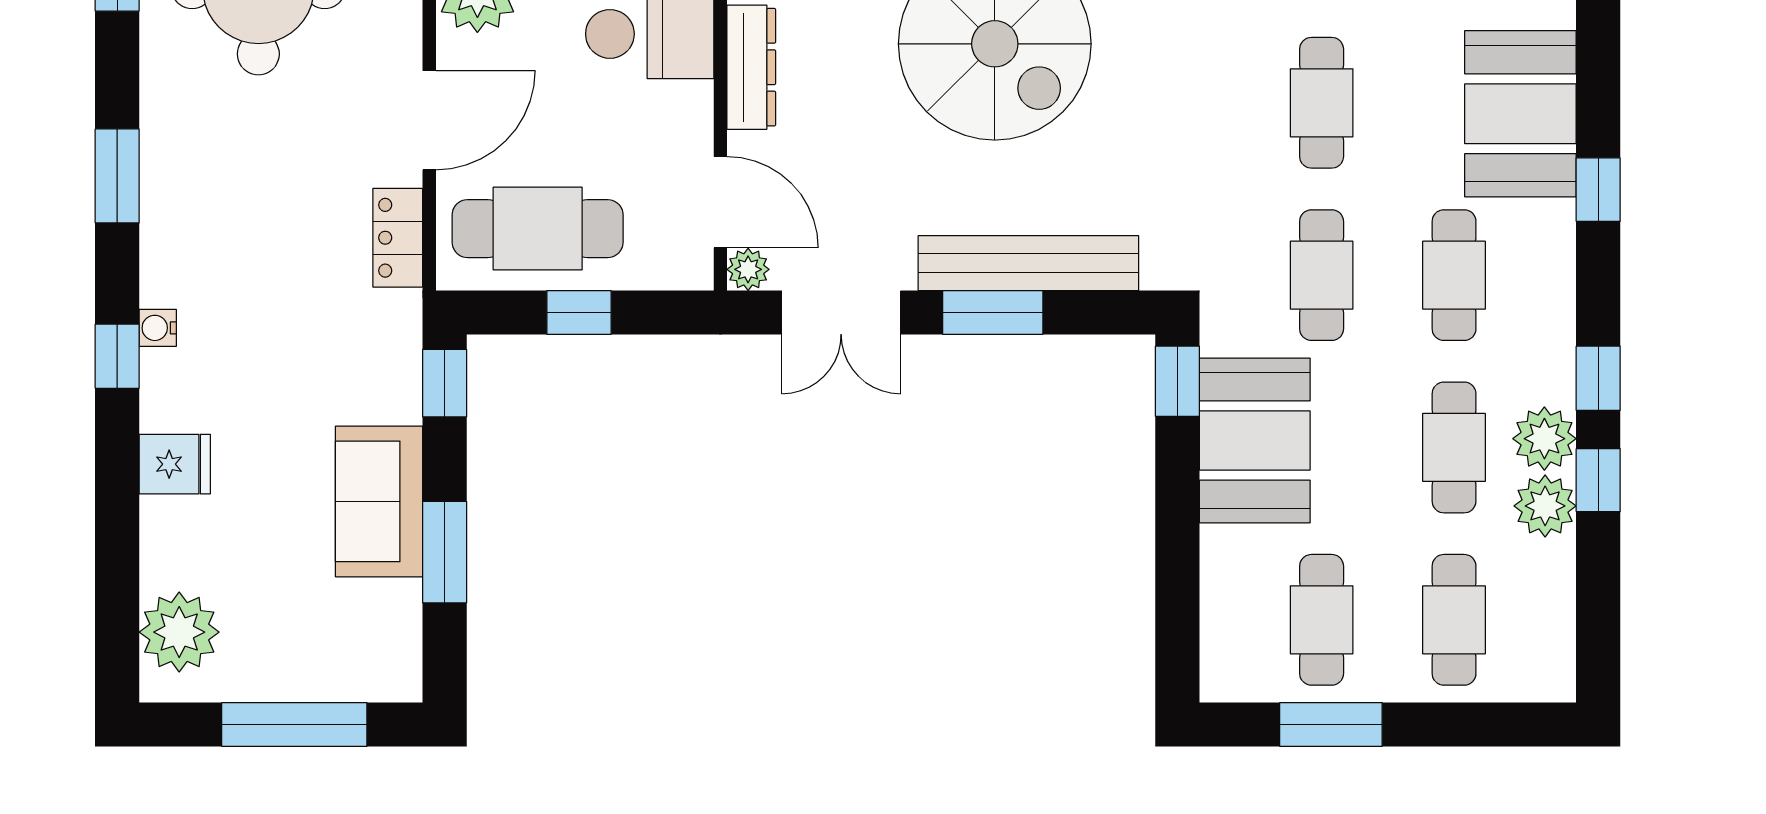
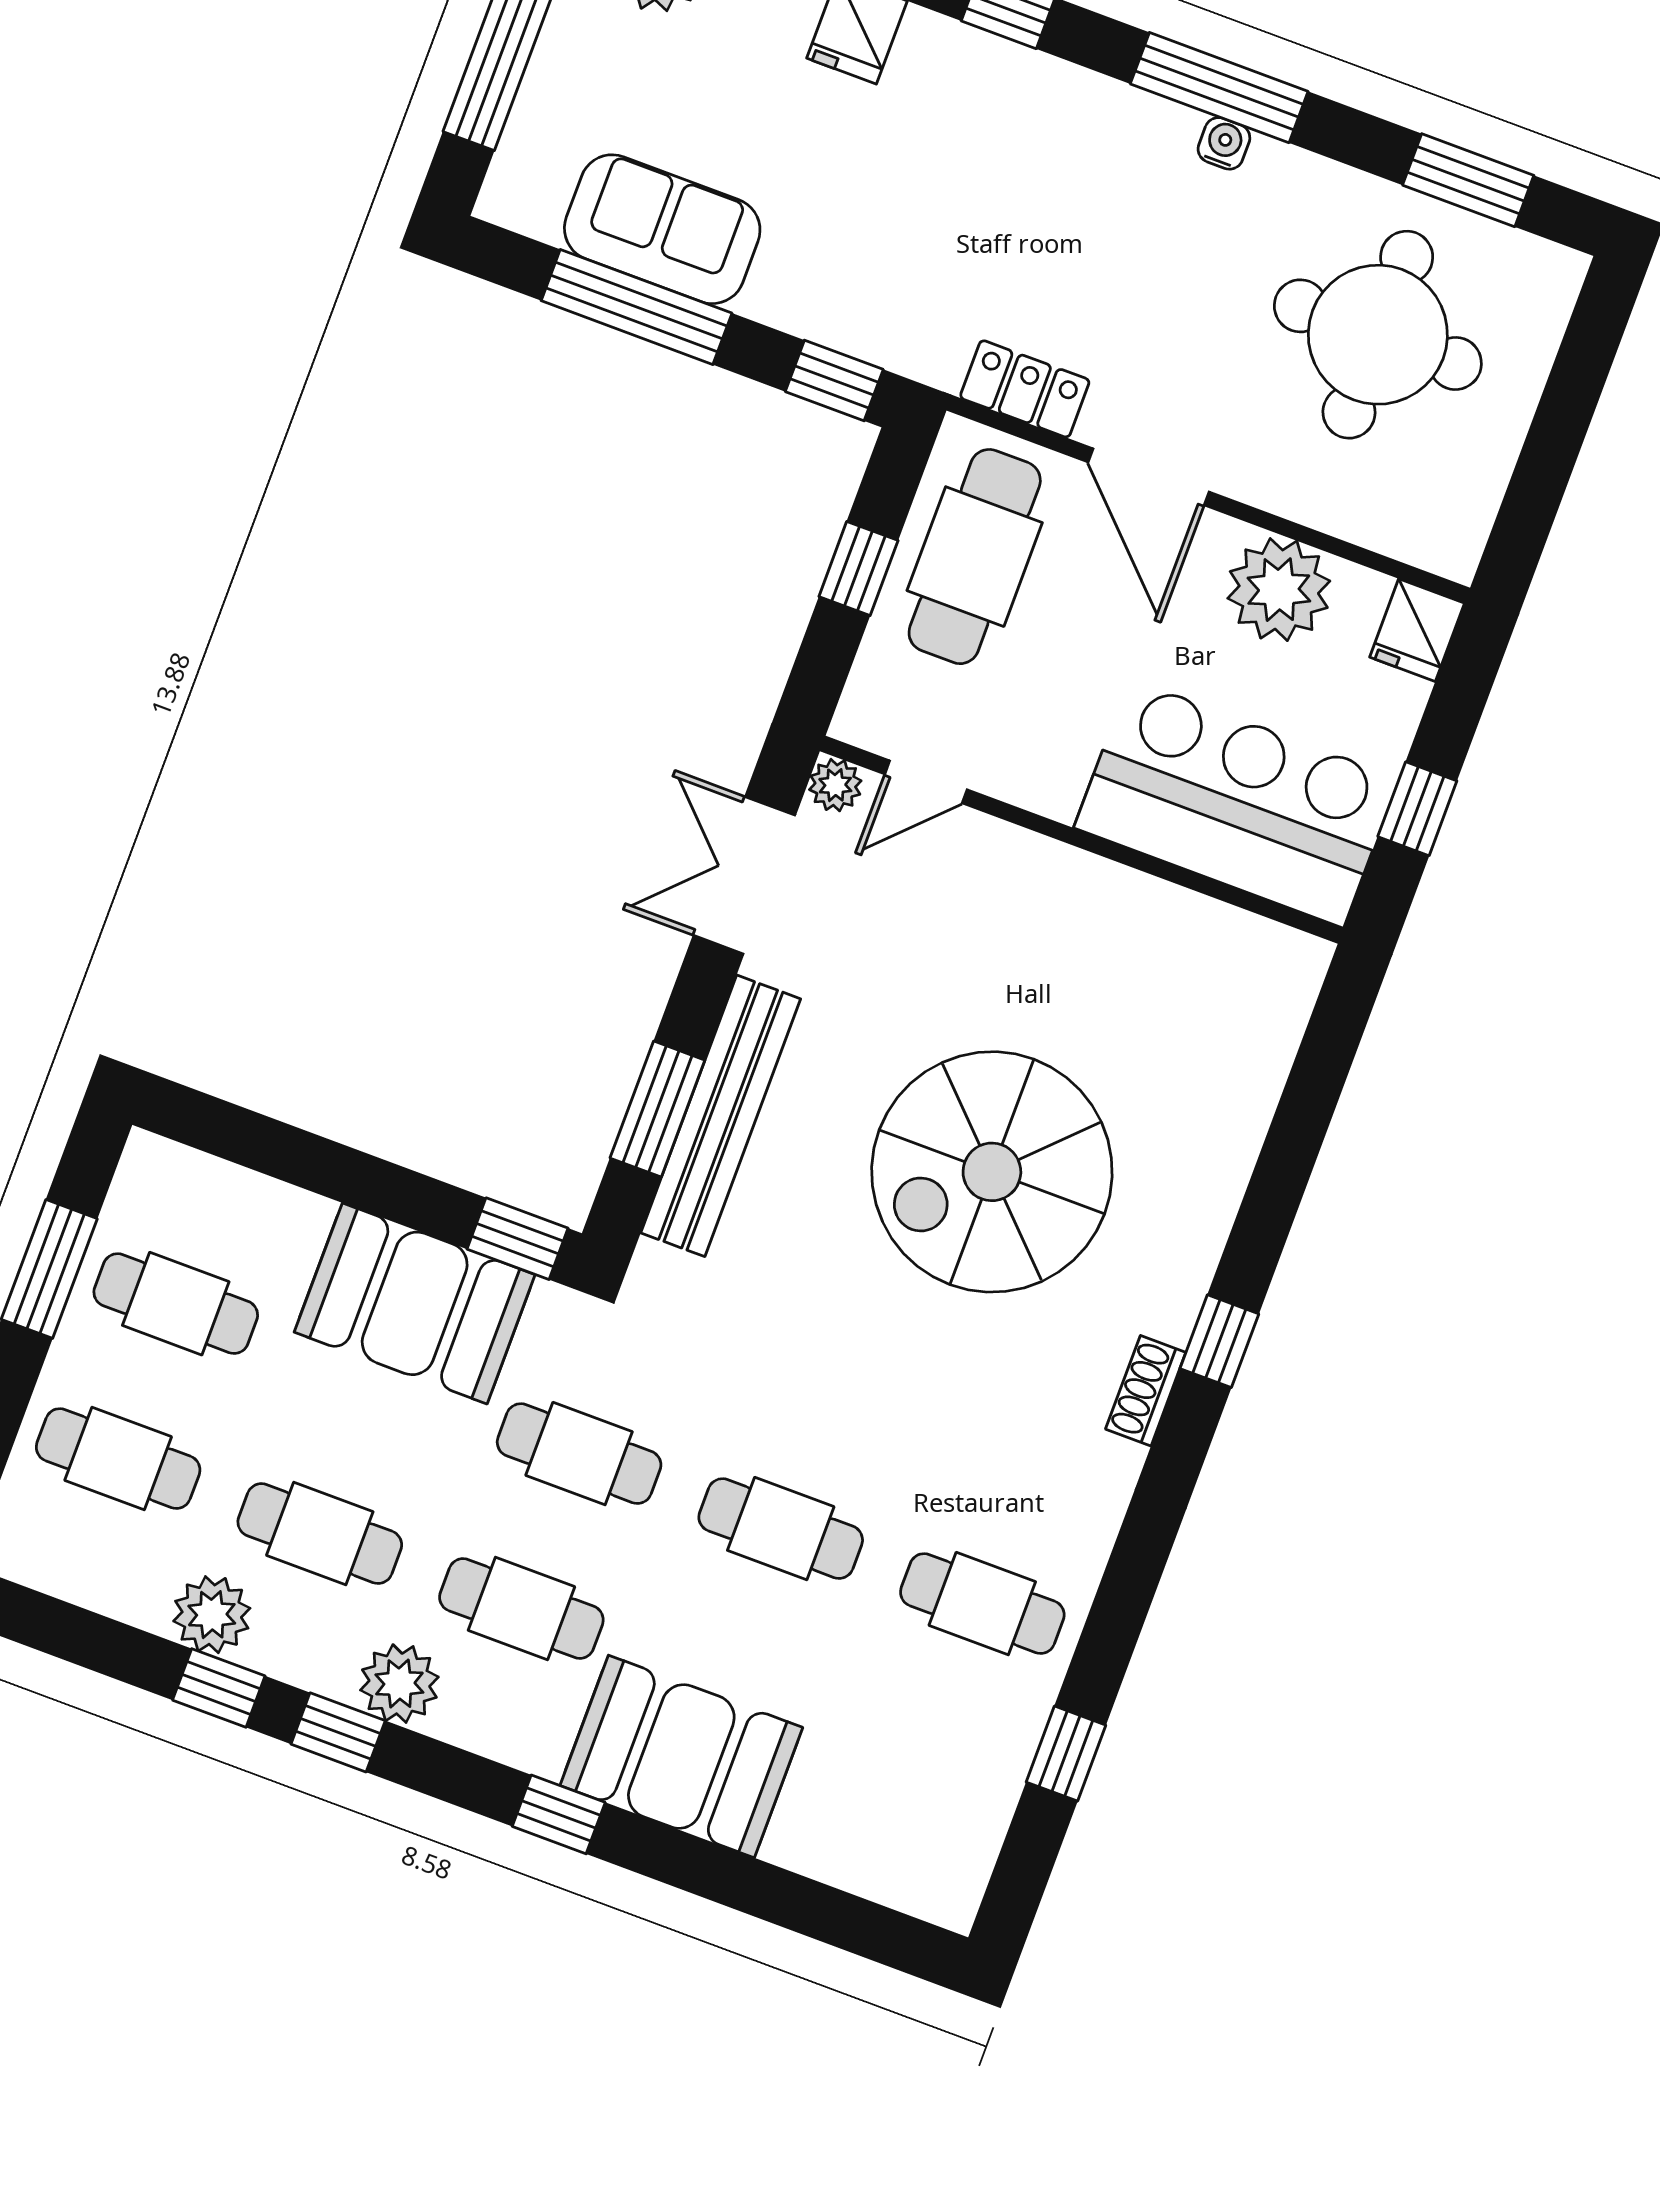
dresser: (751, 67) -> (1070, 877), removed
window: (117, 176) -> (1219, 88), width x1.44
door: (720, 202) -> (926, 782), width x0.73
window: (993, 312) -> (657, 1109), moved
water cooler: (158, 328) -> (1224, 143), moved
plant: (1544, 439) -> (399, 1684), moved
sofa: (379, 501) -> (662, 229), moved
window: (445, 552) -> (637, 307), width x1.44

